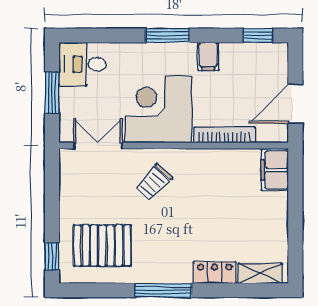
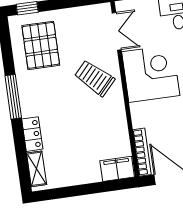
bookcase: (224, 135) -> (142, 152), moved
trolley: (154, 182) -> (95, 78), width x1.36, depth x1.39

